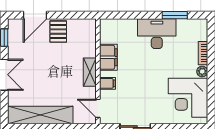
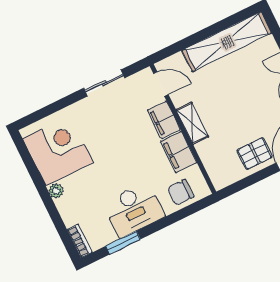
chair: (120, 30) -> (181, 192), added
pallet: (58, 32) -> (255, 154), turned 90
bookcase: (203, 53) -> (80, 241), moved
filing cabinet: (107, 83) -> (164, 120), width x2.00

